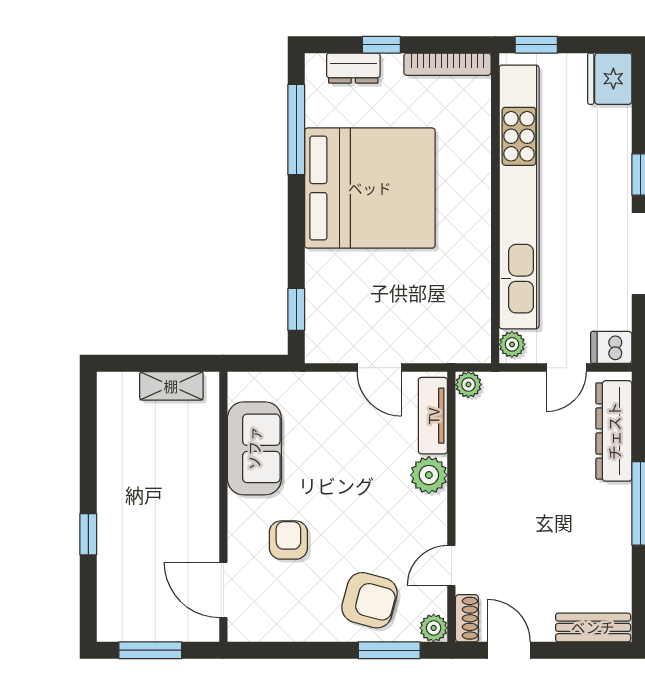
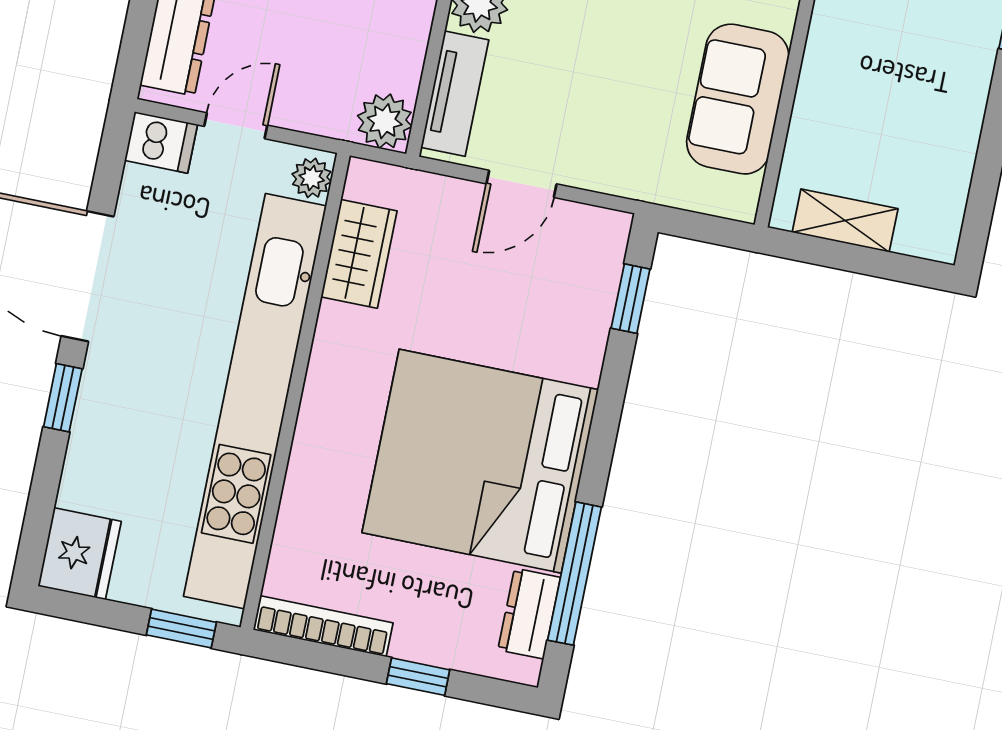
dresser: (353, 68) -> (529, 614), moved, turned -90
wardrobe: (473, 303) -> (359, 254), added
door: (379, 368) -> (522, 184), swing flipped
plant: (468, 385) -> (385, 121), width x1.38, depth x1.38

